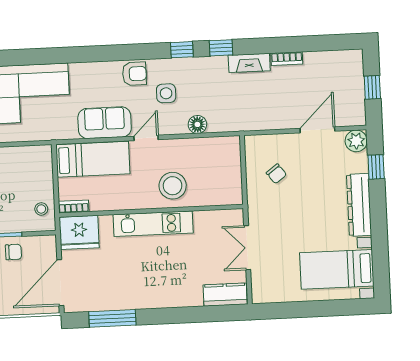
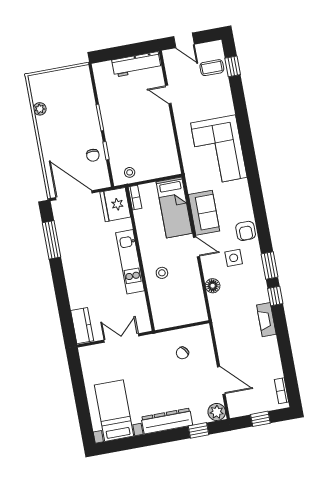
window: (182, 50) -> (270, 265), width x1.50
bookcase: (287, 59) -> (282, 391), moved
stool: (173, 186) -> (162, 273), width x0.53, depth x0.53

